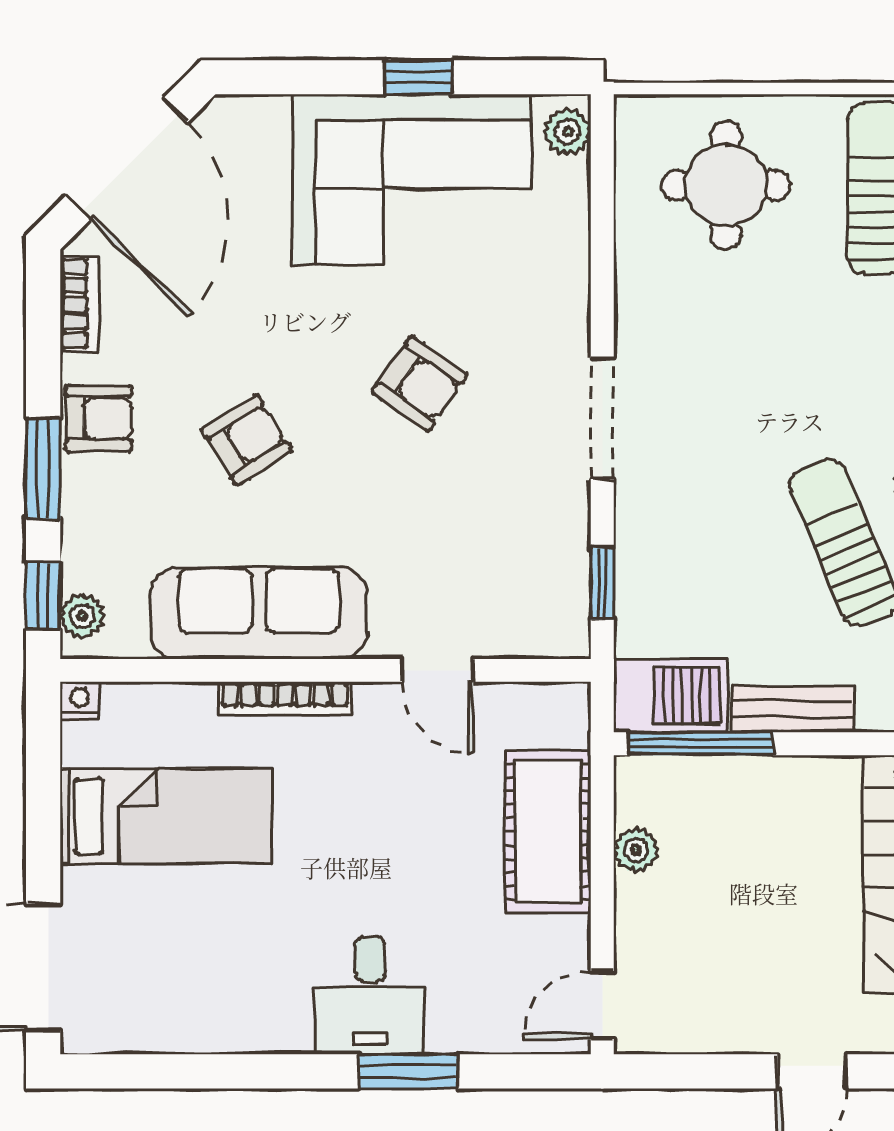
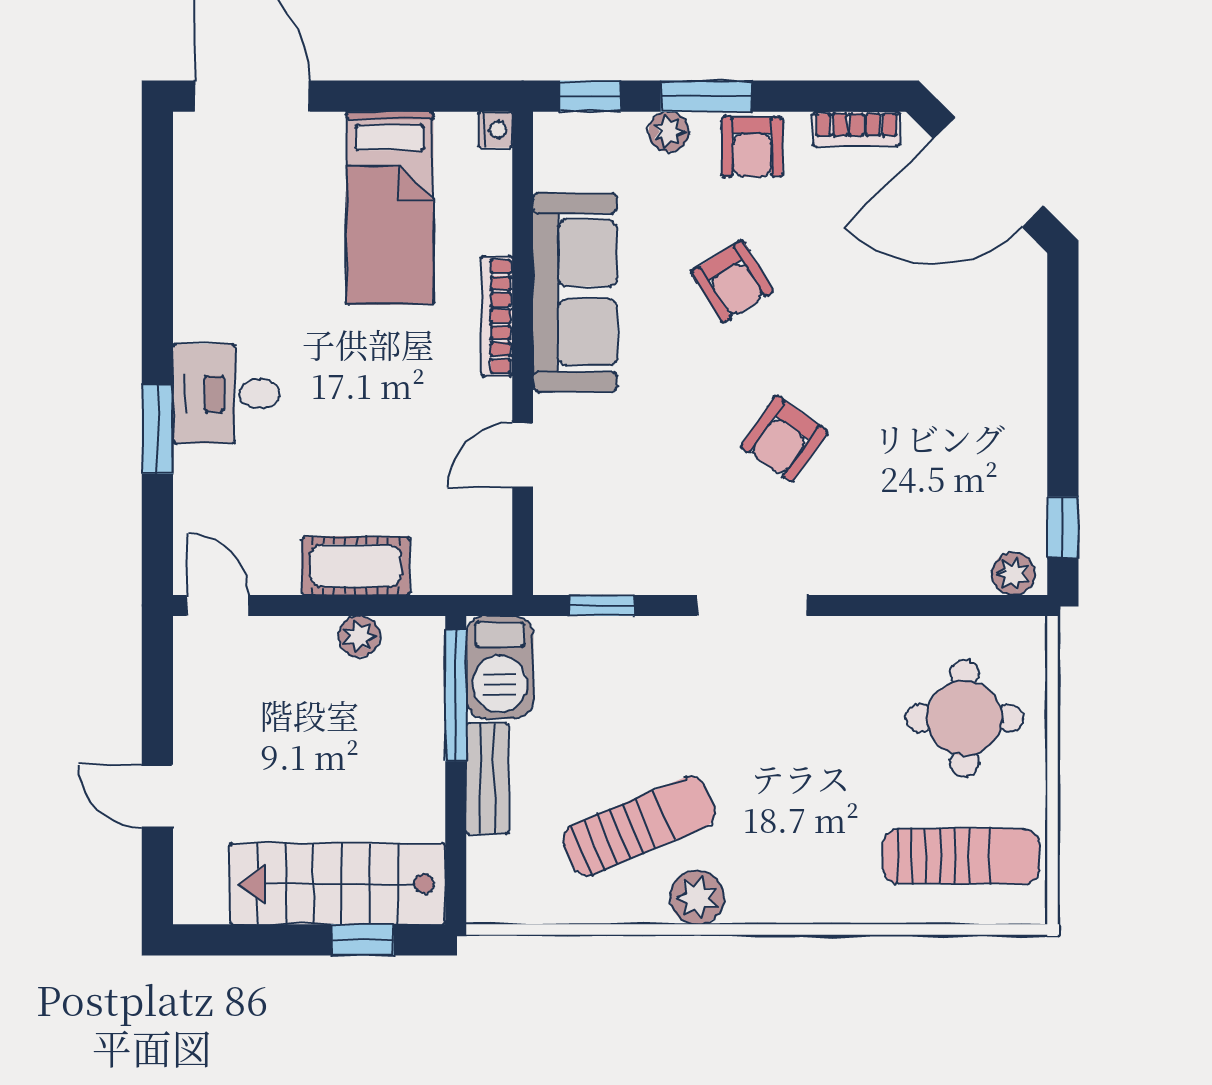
window: (418, 77) -> (1063, 527), moved
corner sofa: (412, 180) -> (970, 432), removed
plant: (82, 616) -> (669, 132), moved
cot: (548, 832) -> (356, 566), width x0.73, depth x0.75

